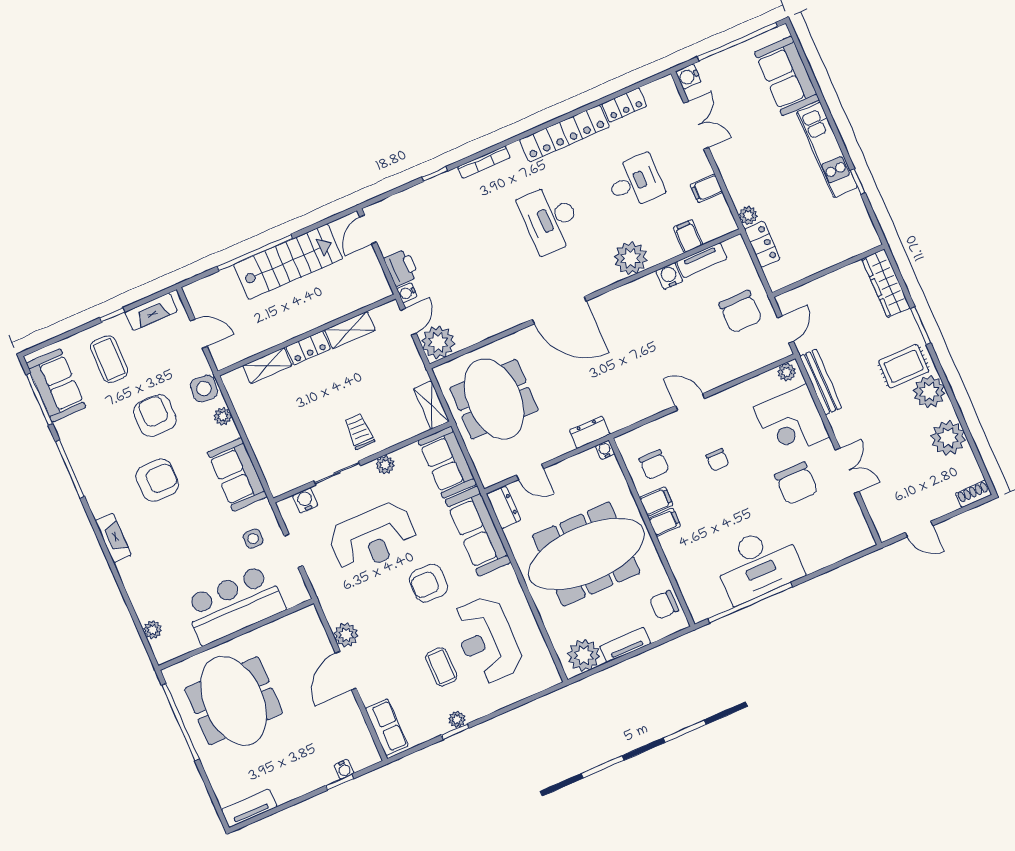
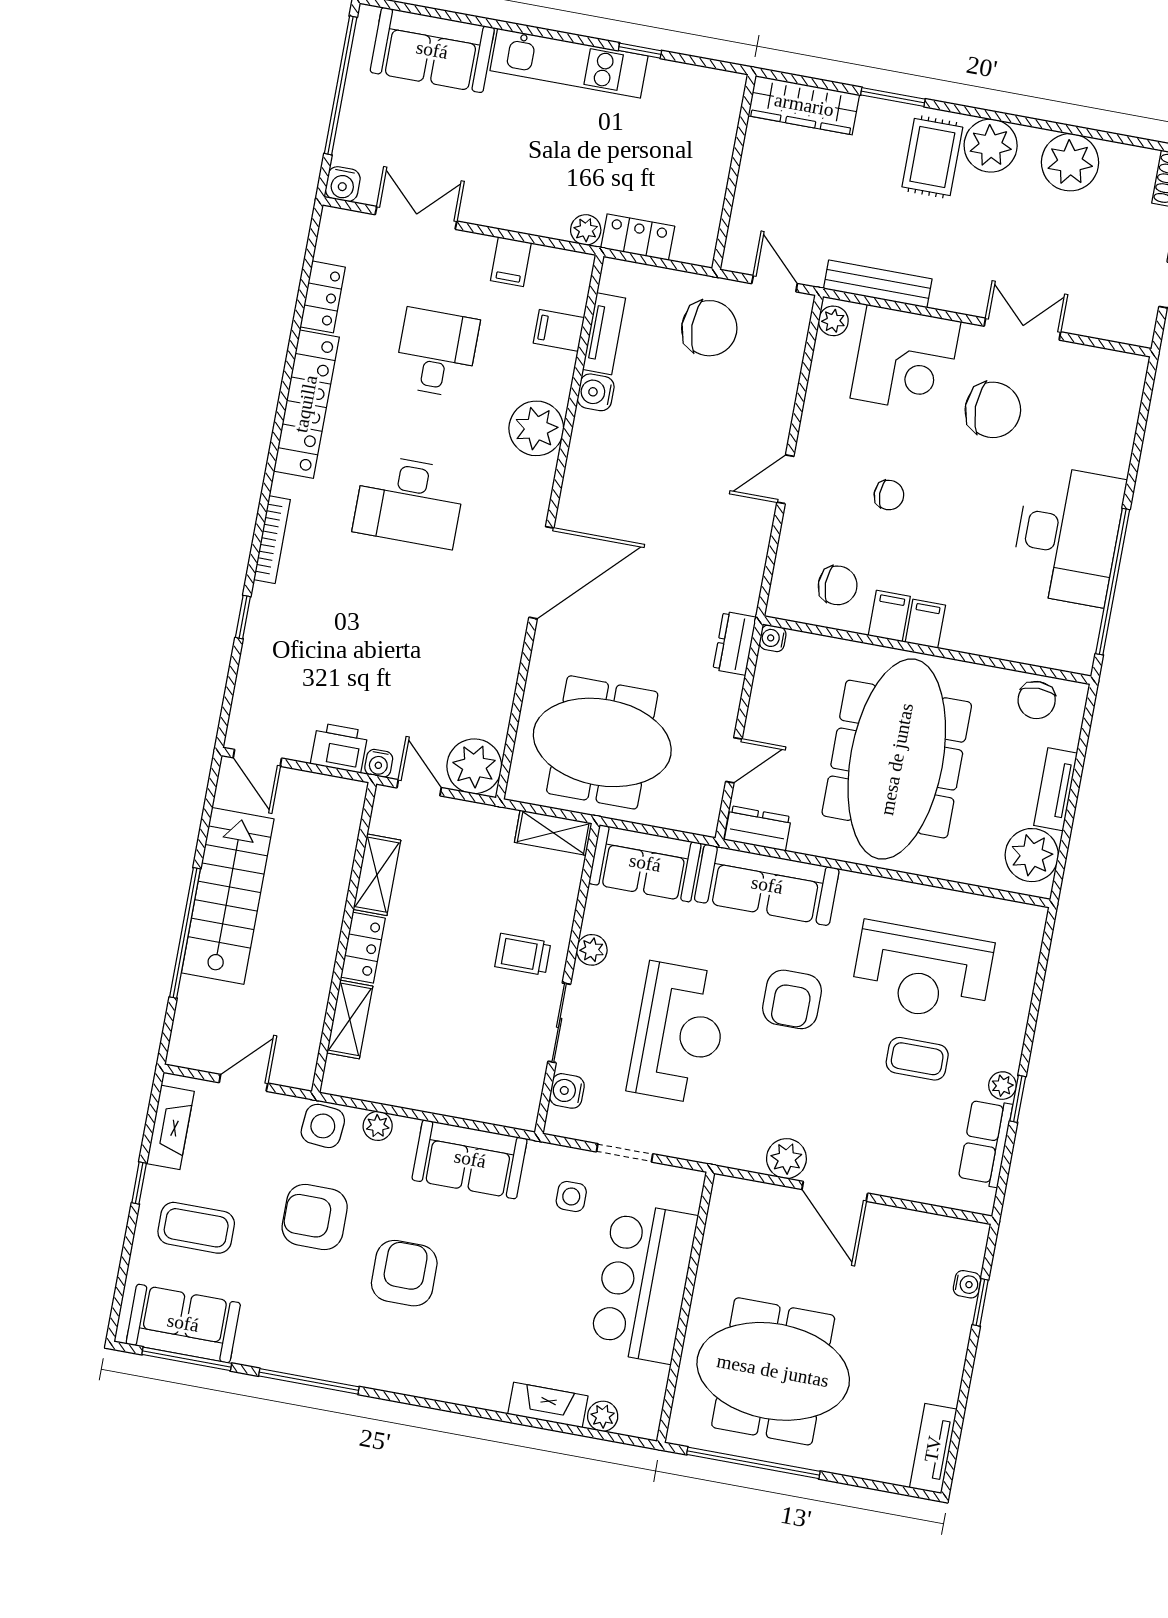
fireplace: (113, 538) -> (548, 1405), moved
row of seats: (387, 727) -> (985, 1143), moved, turned -90

